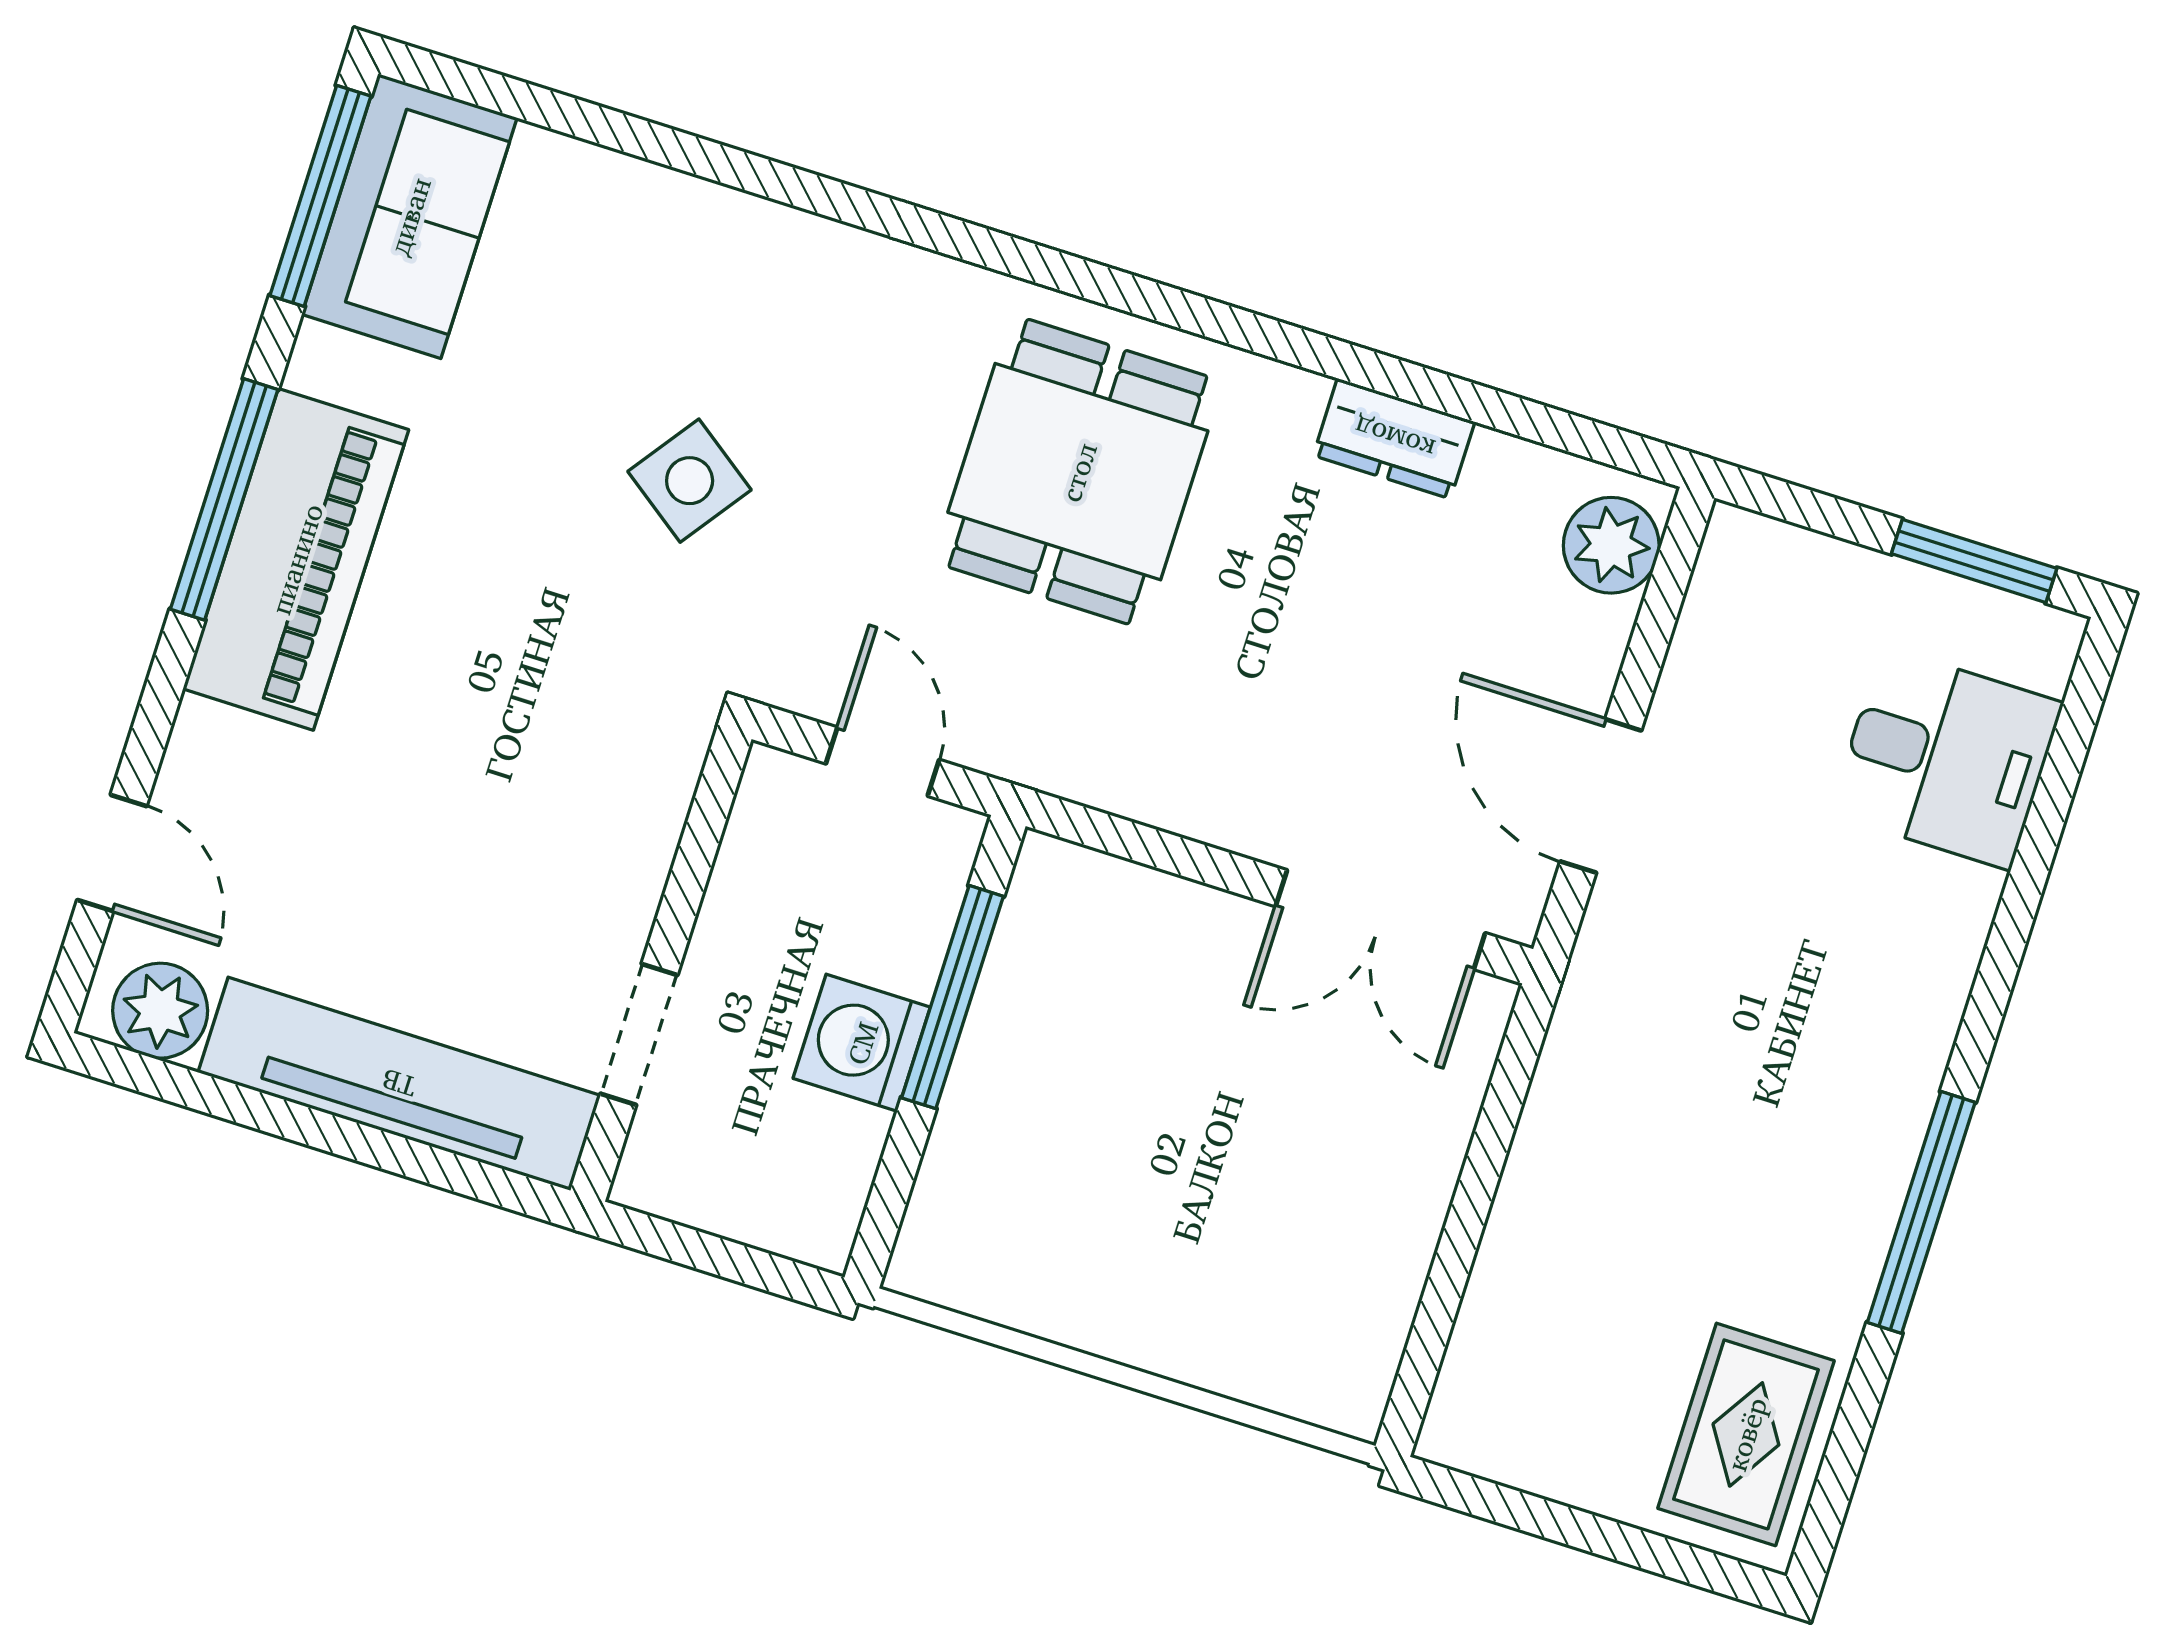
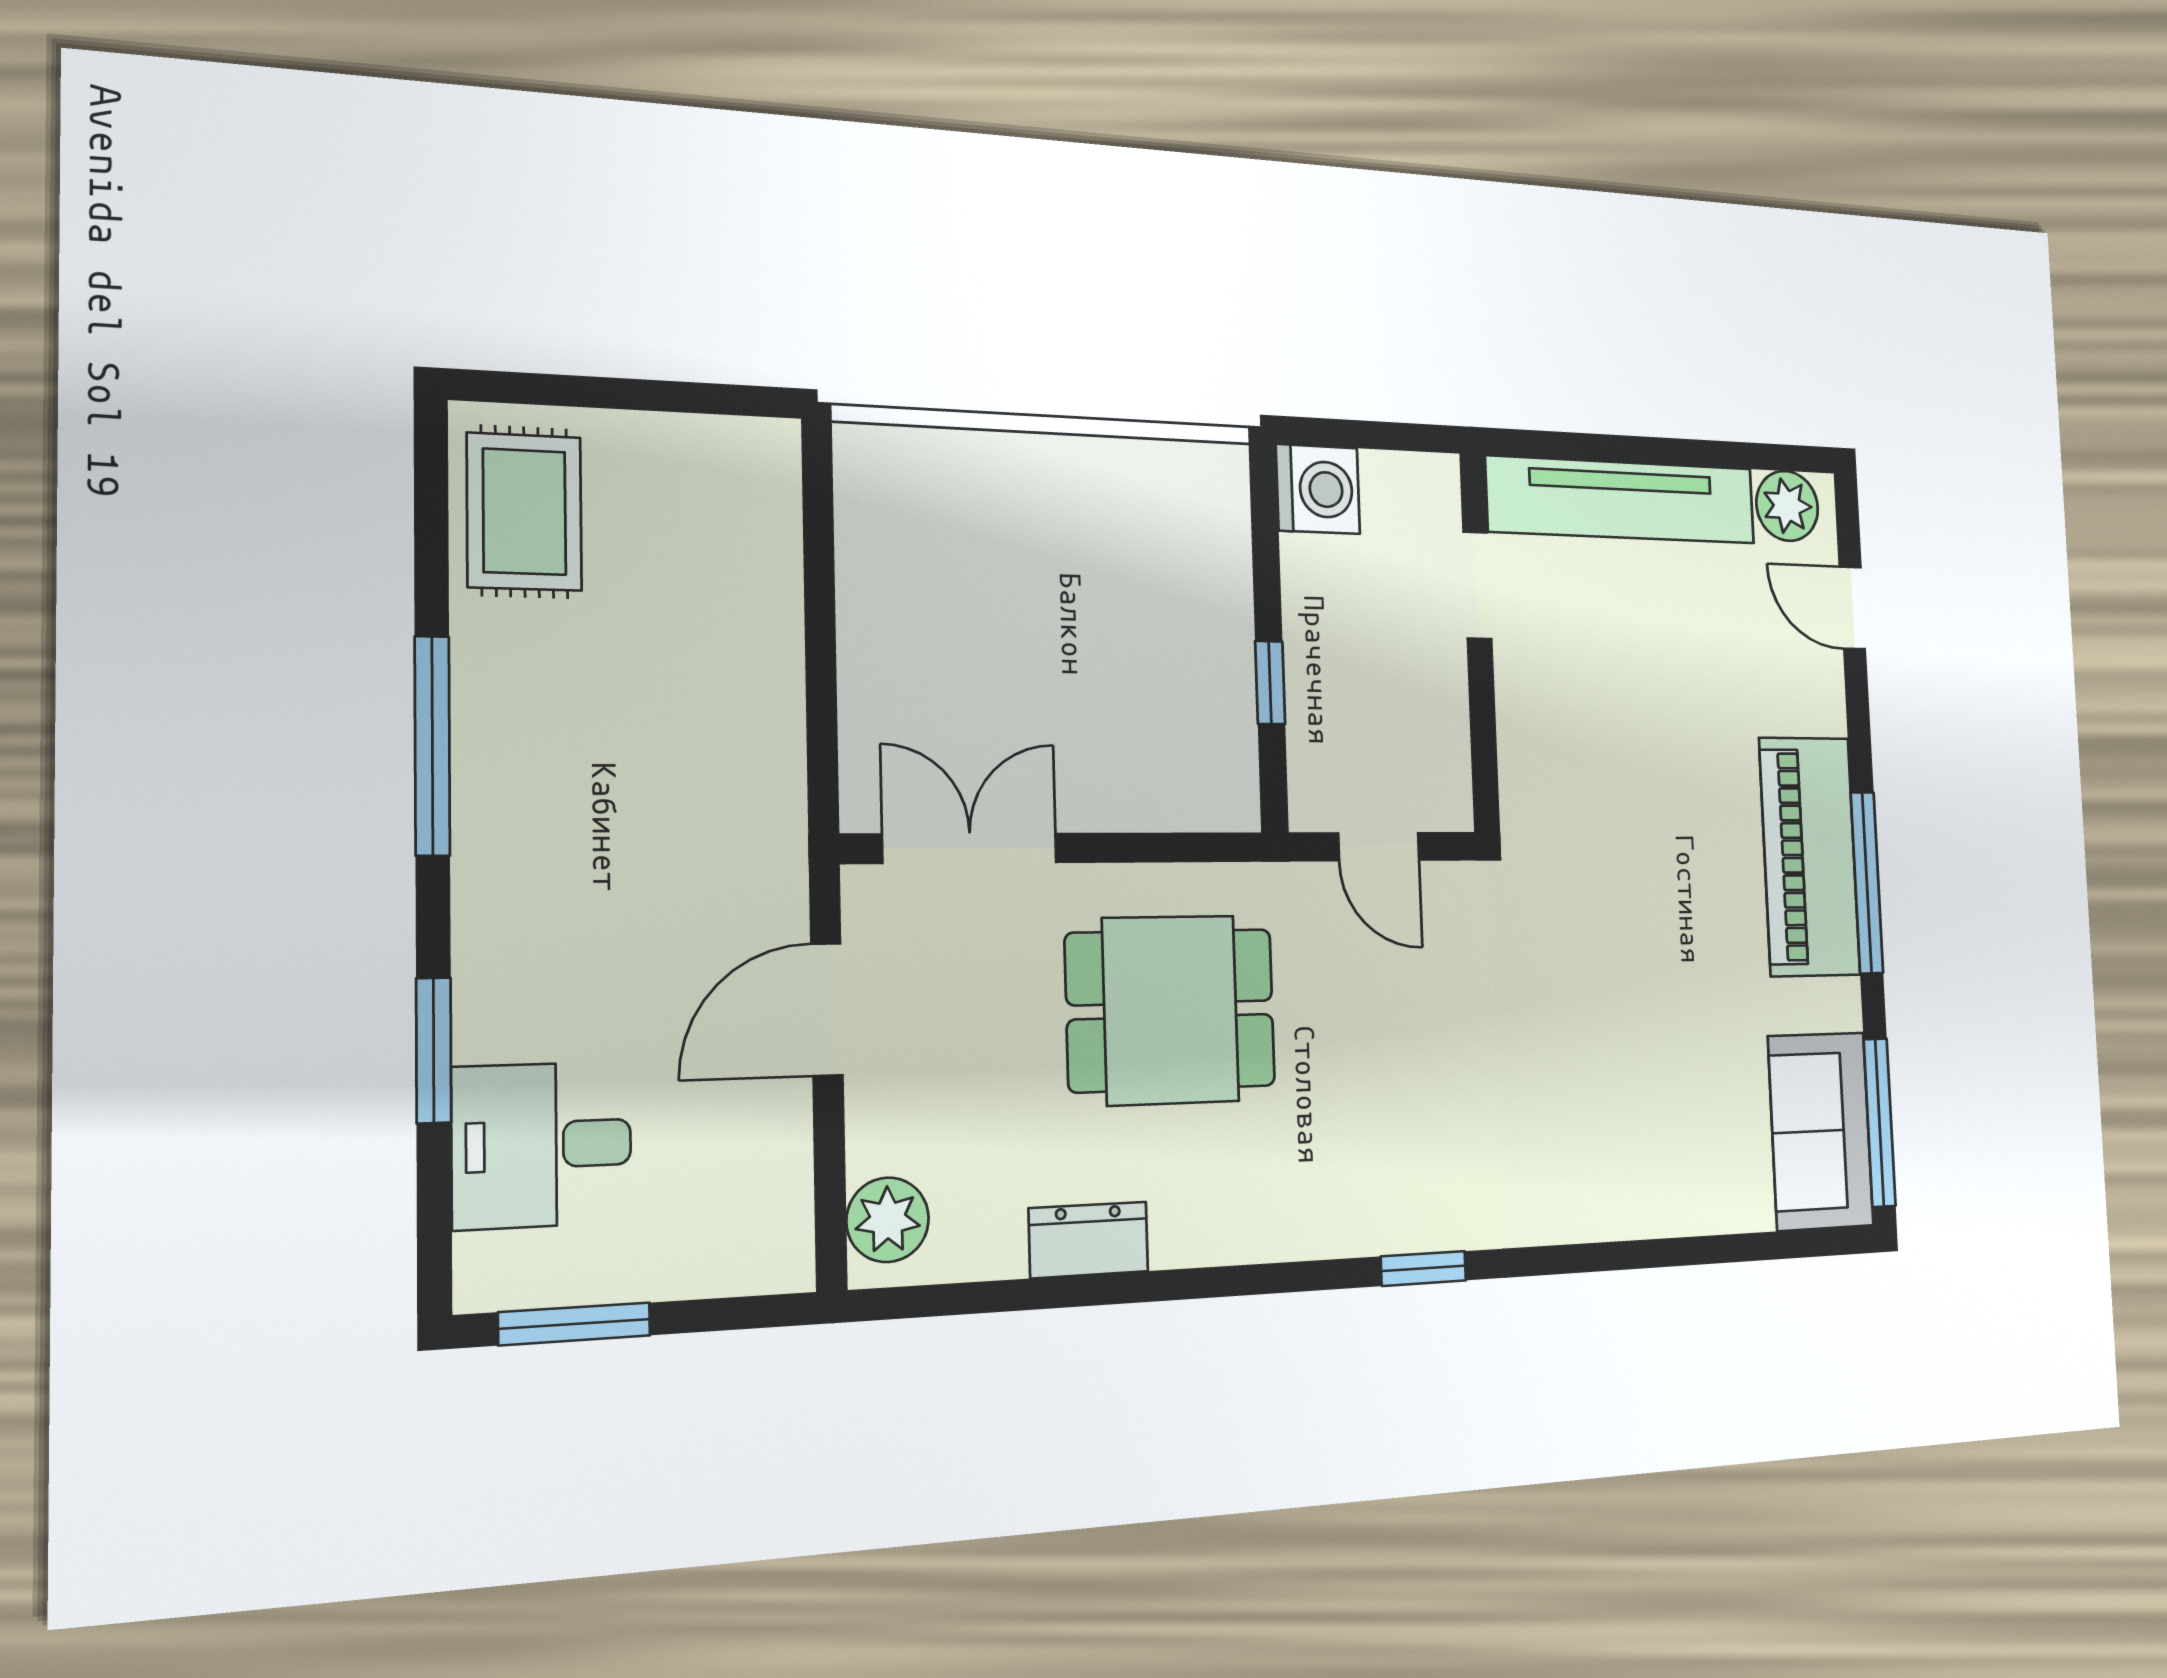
window: (1003, 253) -> (1423, 1268), added
dining table: (1078, 472) -> (1171, 1010), moved, turned 90
side table: (690, 481) -> (1579, 1010), removed
door: (1601, 796) -> (827, 1009), swing flipped
window: (2022, 895) -> (434, 1050), added
window: (952, 997) -> (1270, 683), width x0.46
washing machine: (862, 1043) -> (1318, 489), moved

